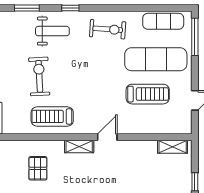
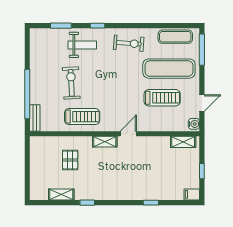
treadmill: (52, 116) -> (82, 117), turned 180
water cooler: (185, 125) -> (194, 124), added

